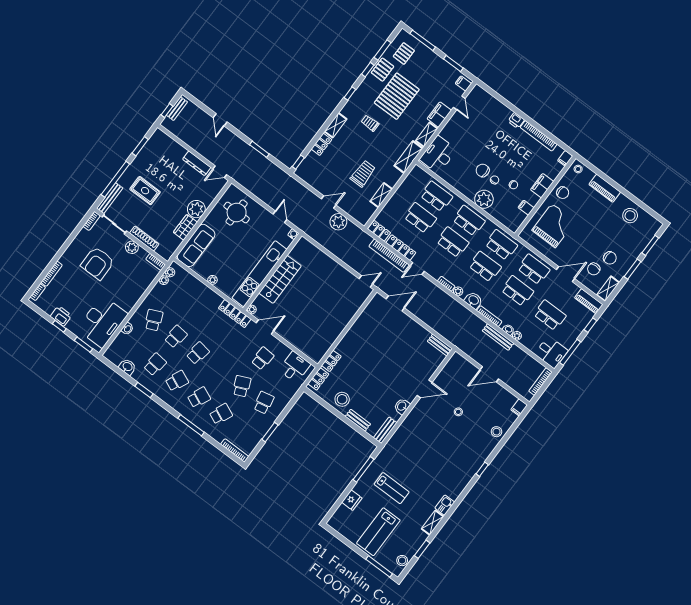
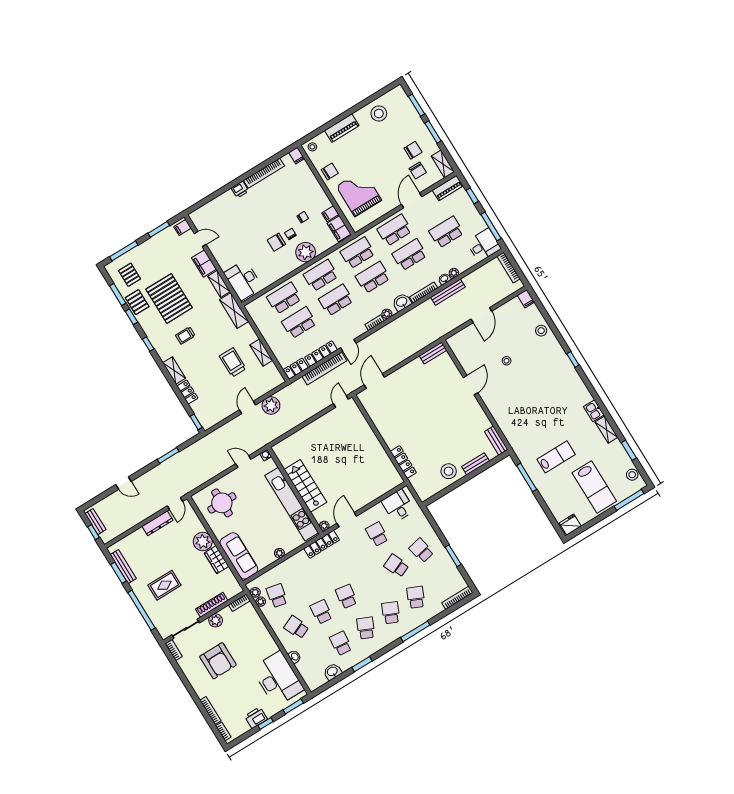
filing cabinet: (542, 186) -> (339, 229), moved
bench: (110, 198) -> (123, 567), moved
school desk: (175, 292) -> (277, 596), added
locker: (331, 361) -> (403, 462), width x1.53
locker: (318, 379) -> (419, 487), removed
washbasin: (402, 406) -> (479, 415), removed
fridge: (352, 500) -> (570, 525), moved, turned -90

